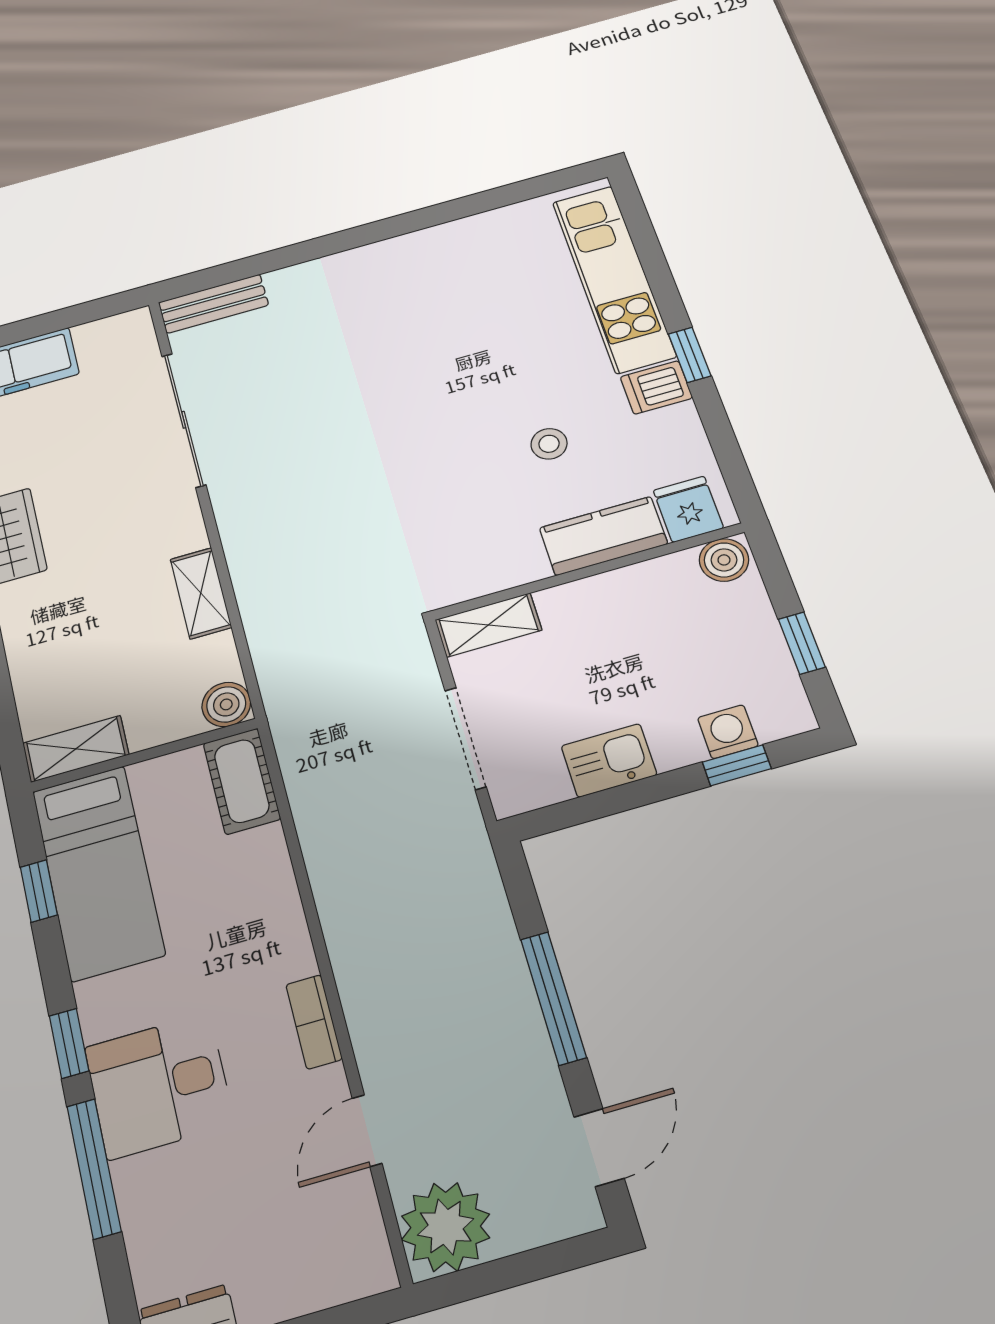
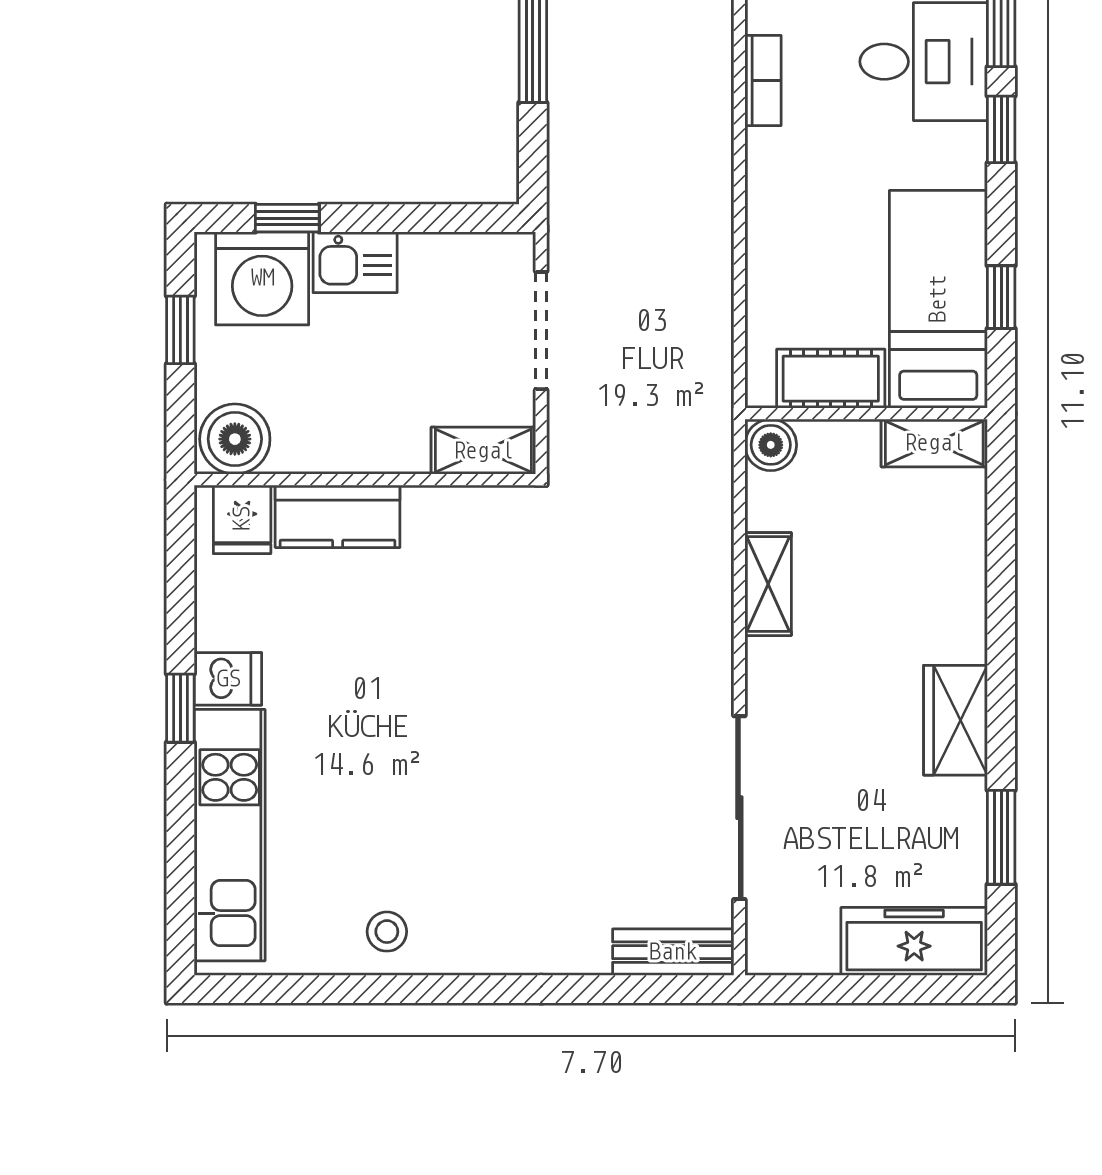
stool: (549, 444) -> (387, 932), moved
boiler: (724, 560) -> (235, 439), width x1.36, depth x1.36
washing machine: (728, 732) -> (262, 278), width x1.89, depth x1.89
kitchen sink: (609, 760) -> (355, 262), moved
cot: (242, 781) -> (831, 379), moved, turned 90

